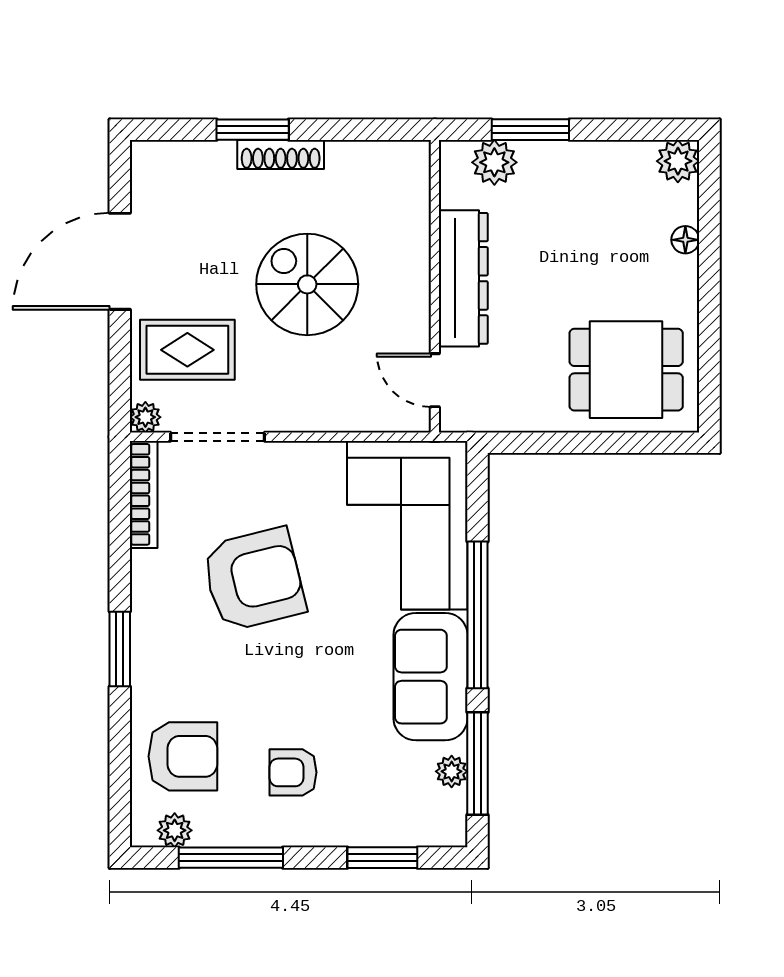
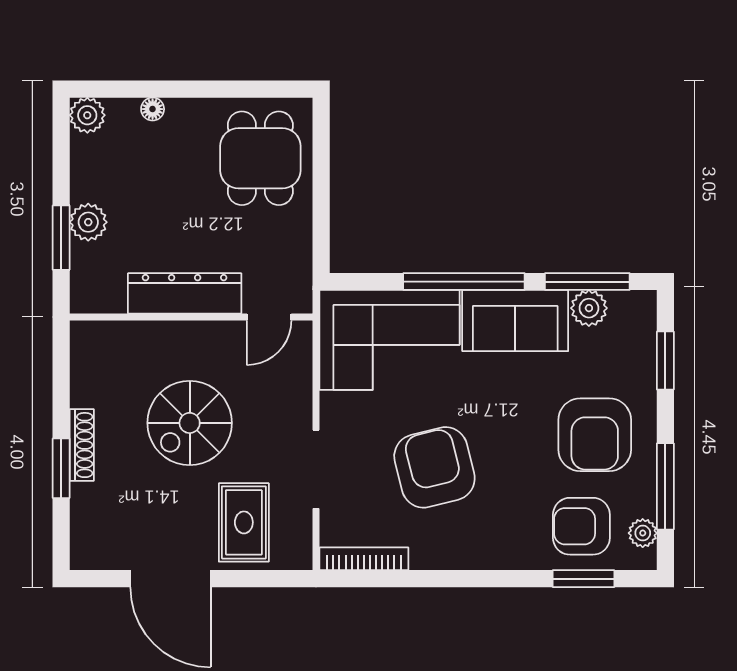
plant: (494, 162) -> (88, 222), moved
plant: (145, 417) -> (300, 557), removed
doorway: (218, 437) -> (316, 469), moved
window: (120, 649) -> (583, 579), moved
armchair: (183, 756) -> (581, 526), turned -90
plant: (452, 771) -> (589, 308), width x1.38, depth x1.38
armchair: (293, 772) -> (595, 435), width x1.88, depth x1.88

